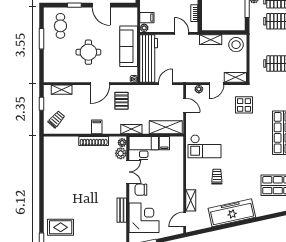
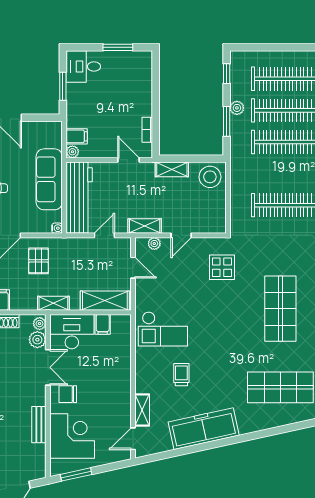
shelving: (235, 77) -> (145, 226), moved

